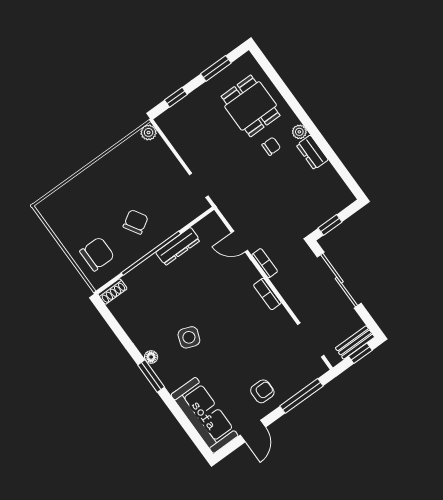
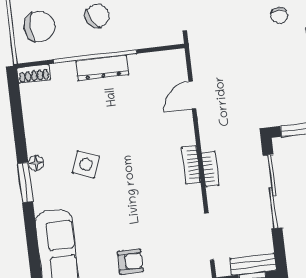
chair: (271, 146) -> (279, 16), turned 90
door: (239, 242) -> (192, 95), hinge flipped
dresser: (178, 246) -> (102, 68), moved
bookcase: (265, 263) -> (210, 169), moved

